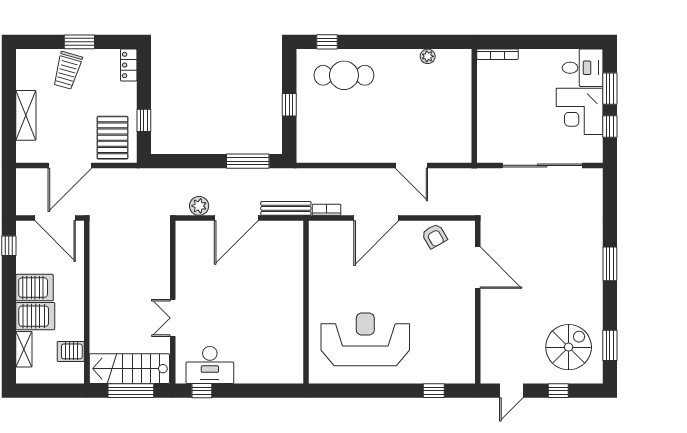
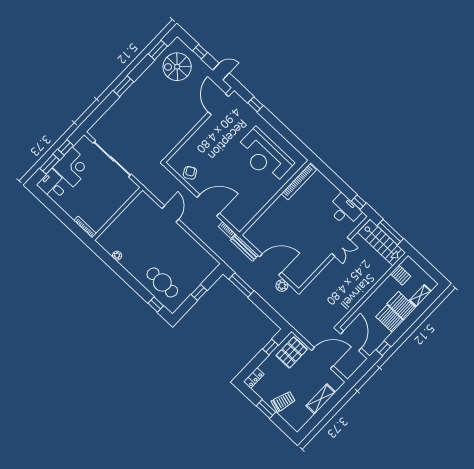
door: (478, 268) -> (218, 104), moved
bookcase: (296, 348) -> (299, 182), added

